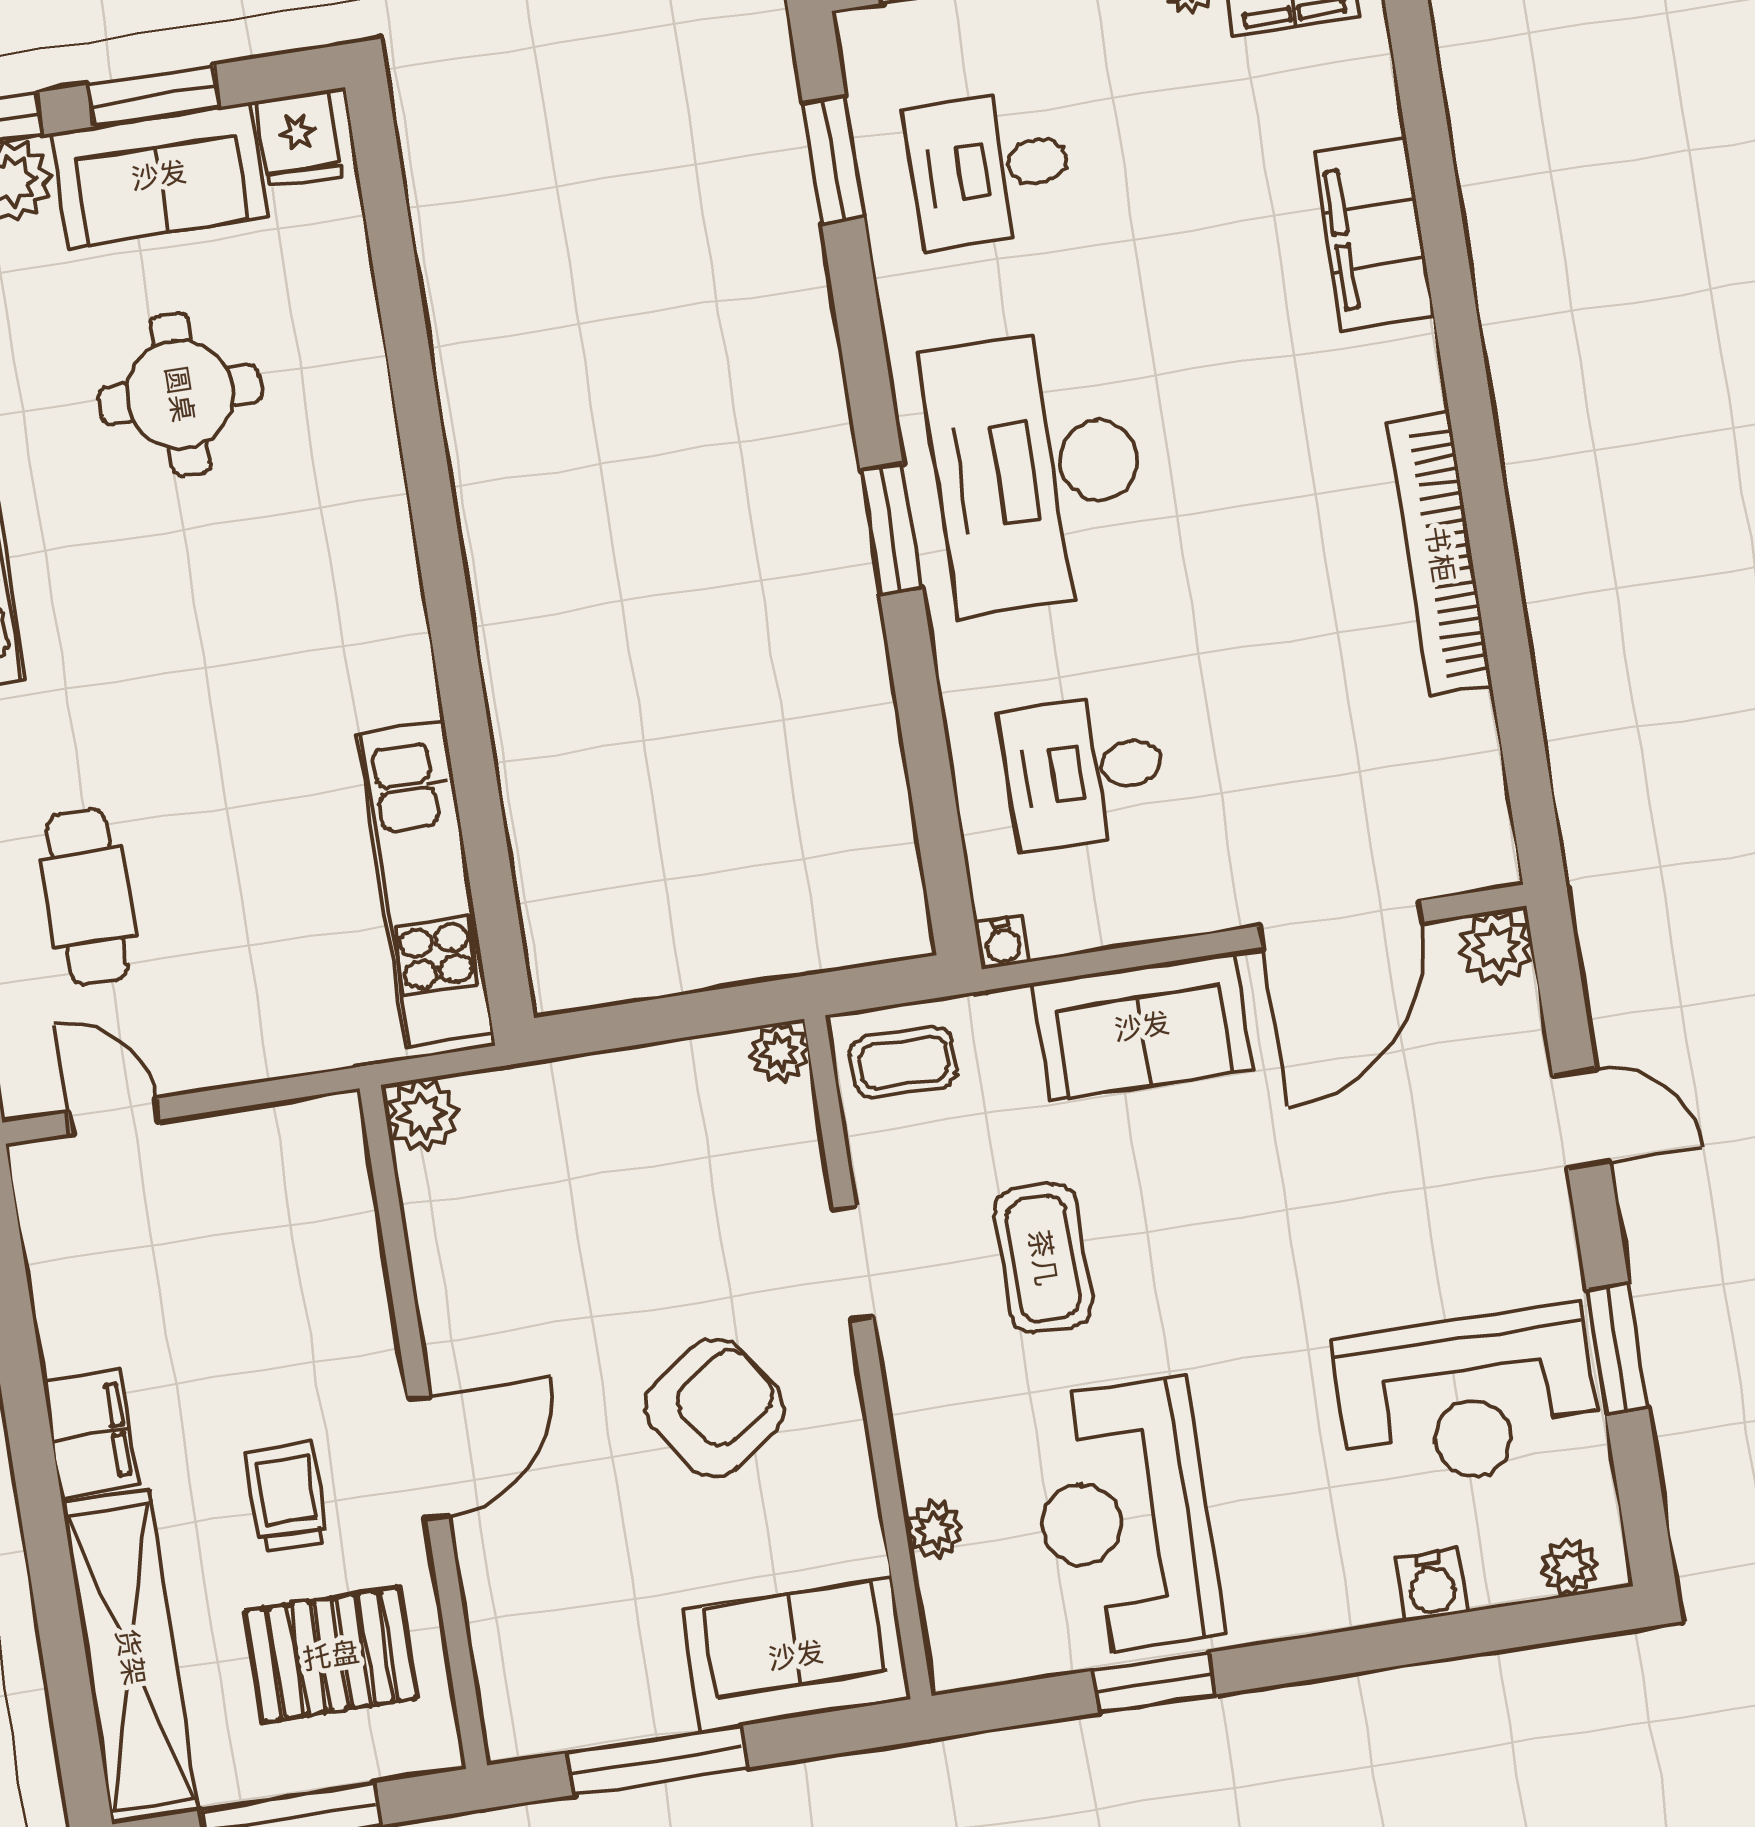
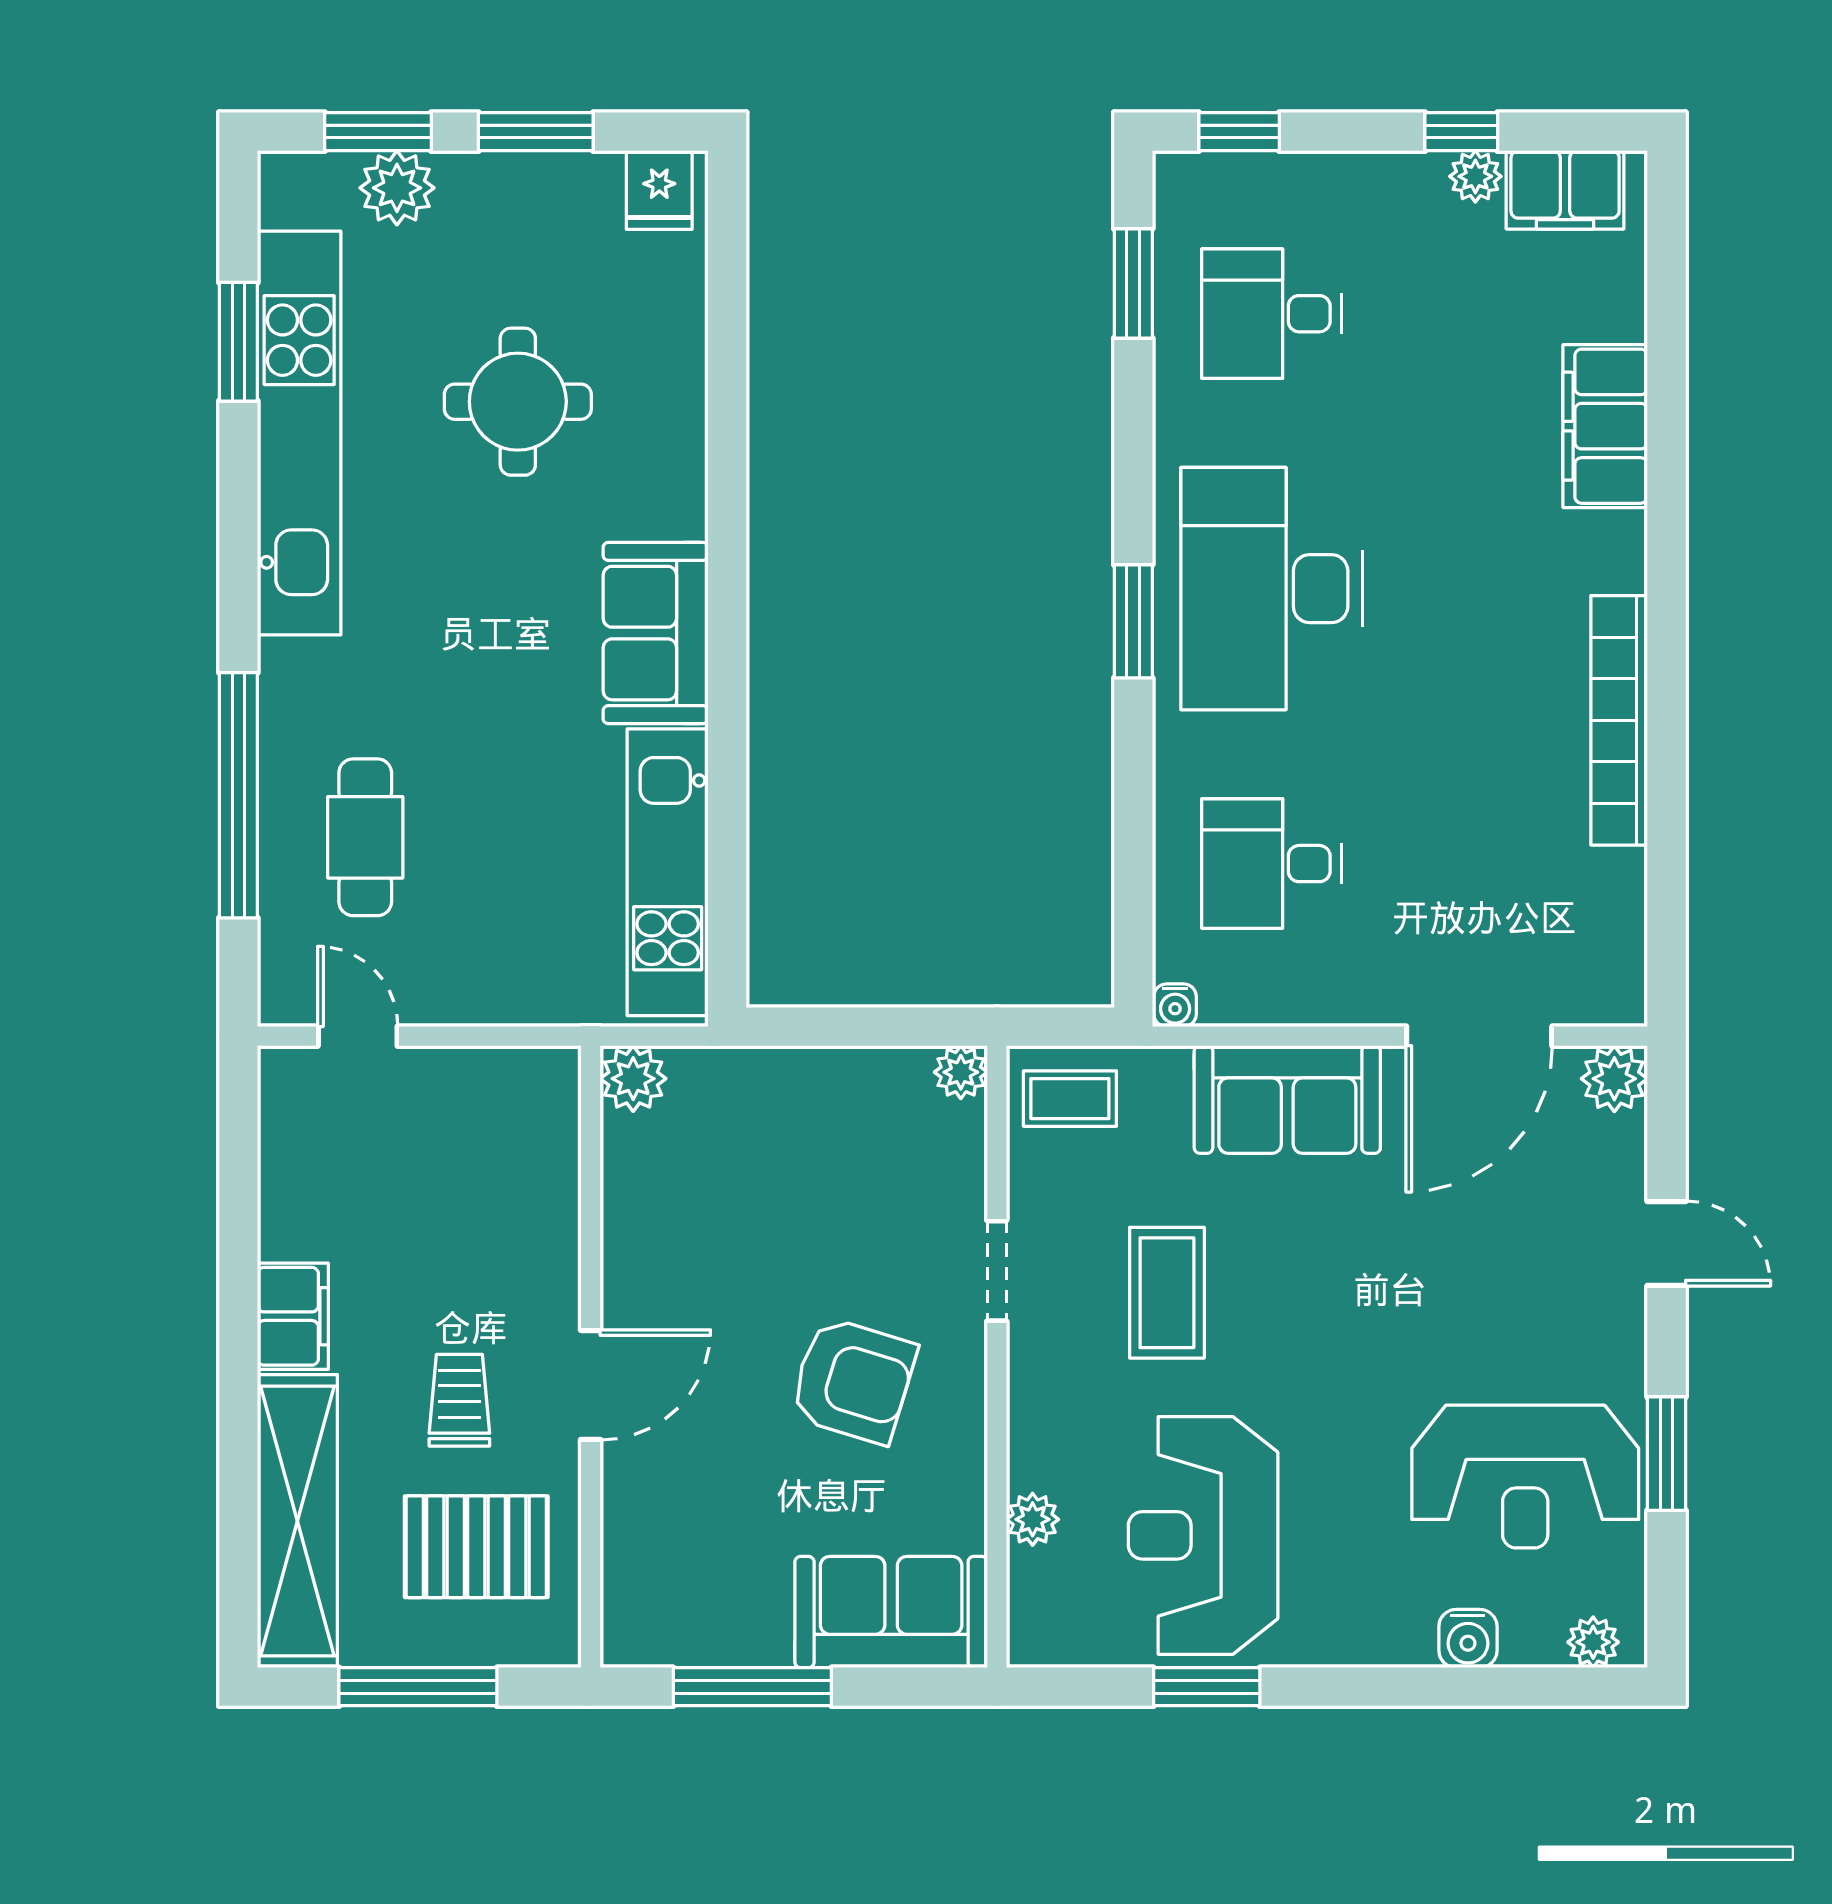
sofa: (159, 175) -> (656, 633), moved, turned 90
armchair: (715, 1408) -> (853, 1380), turned 52

